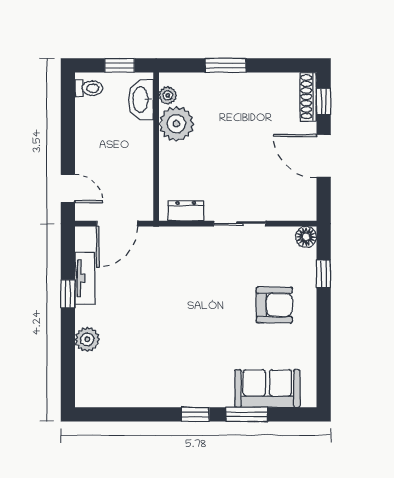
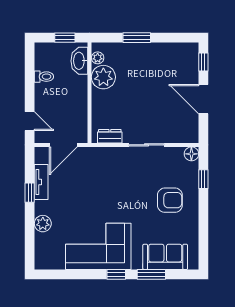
toilet: (89, 88) -> (44, 77), moved
shoe rack: (308, 97) -> (193, 59), removed
corner sofa: (169, 373) -> (98, 246), added

